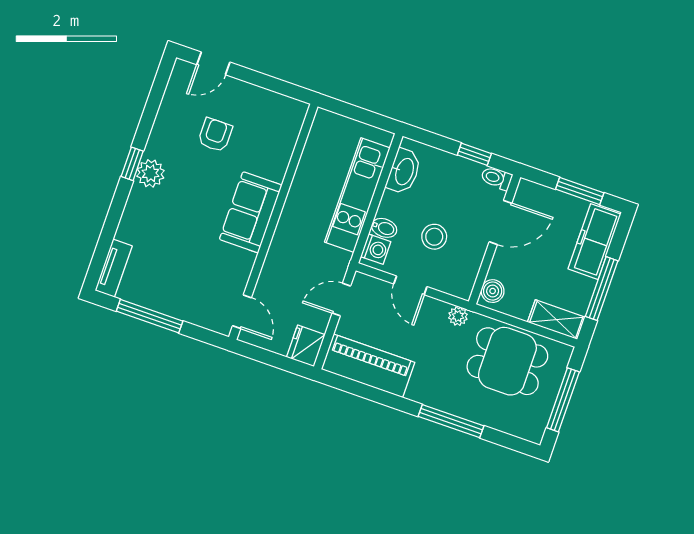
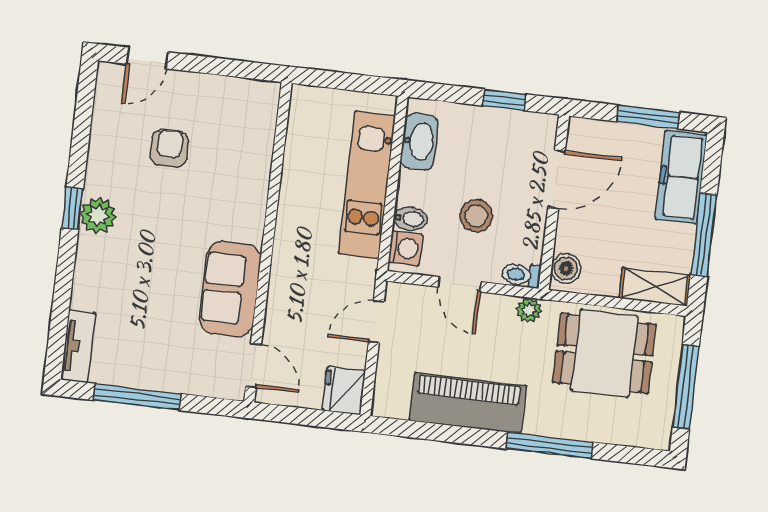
toilet: (496, 178) -> (521, 275), moved
sofa: (251, 212) -> (230, 289), moved
piano: (368, 366) -> (468, 403), moved

